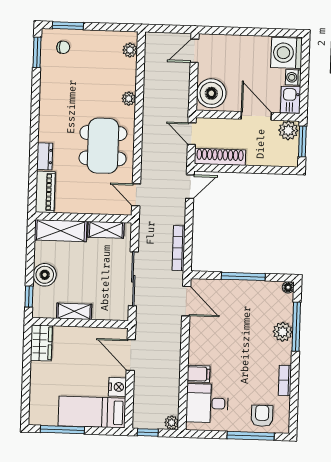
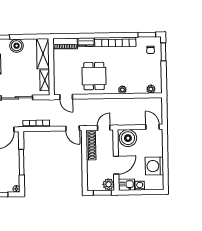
washing machine: (286, 53) -> (154, 166), moved, turned -90
bookcase: (47, 107) -> (115, 42), added
dining table: (103, 146) -> (94, 76), width x0.73
door: (136, 195) -> (66, 97), swing flipped

